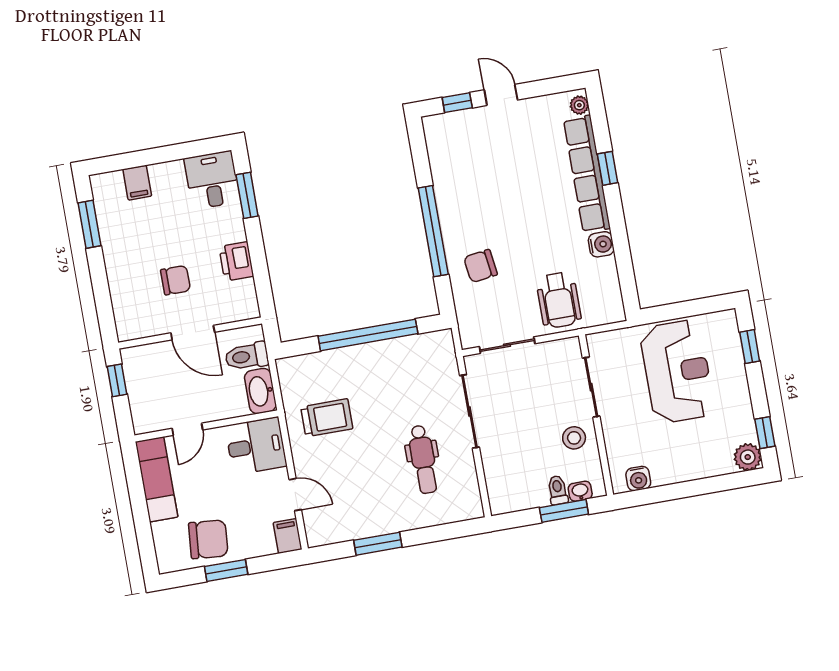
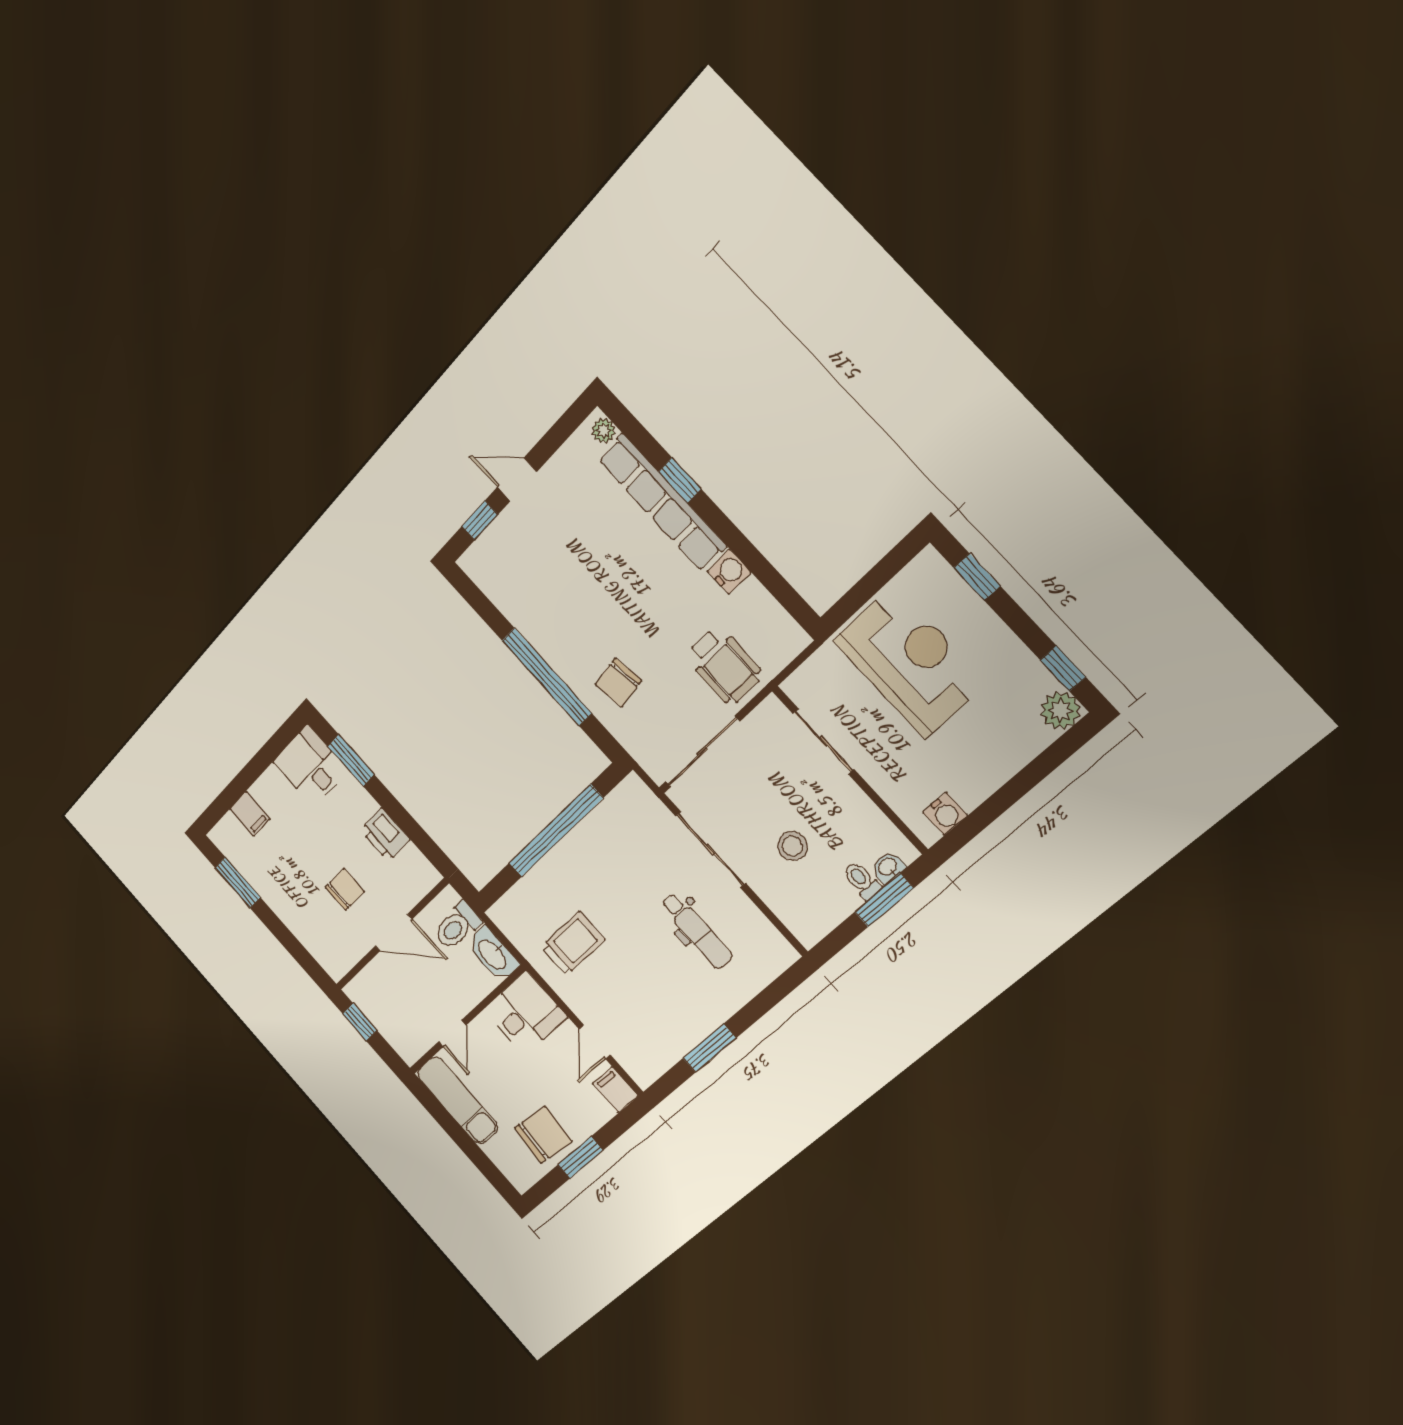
sliding door: (507, 345) -> (702, 752), width x1.37
stool: (574, 438) -> (792, 846), moved
door: (295, 495) -> (595, 1042), swing flipped

